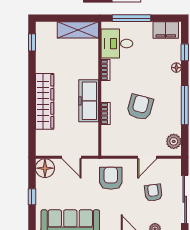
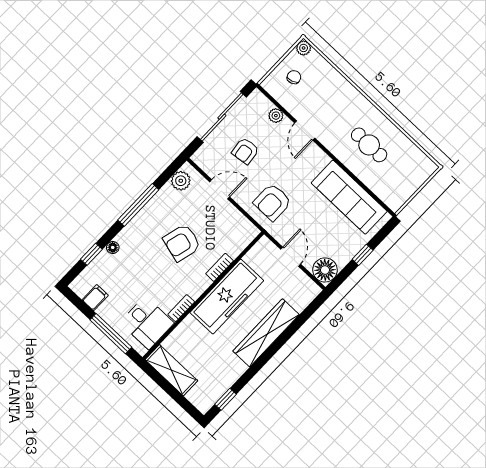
filing cabinet: (166, 30) -> (95, 298), width x0.50
freezer: (89, 101) -> (227, 297), width x1.36, depth x1.26

